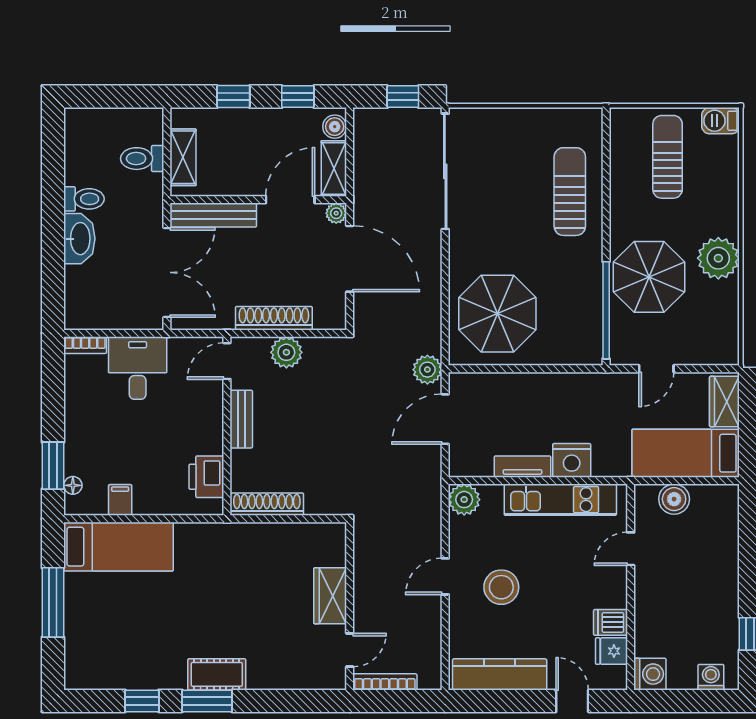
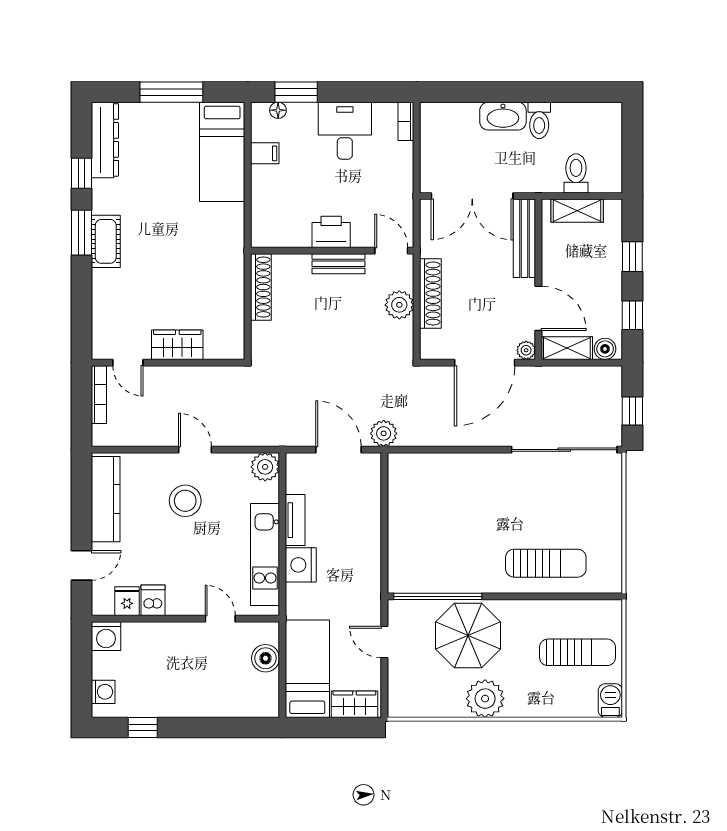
parasol: (497, 314) -> (435, 497), removed
desk: (138, 368) -> (345, 131), moved, turned -90
printer: (206, 477) -> (331, 232), moved
dresser: (105, 675) -> (105, 140), added

